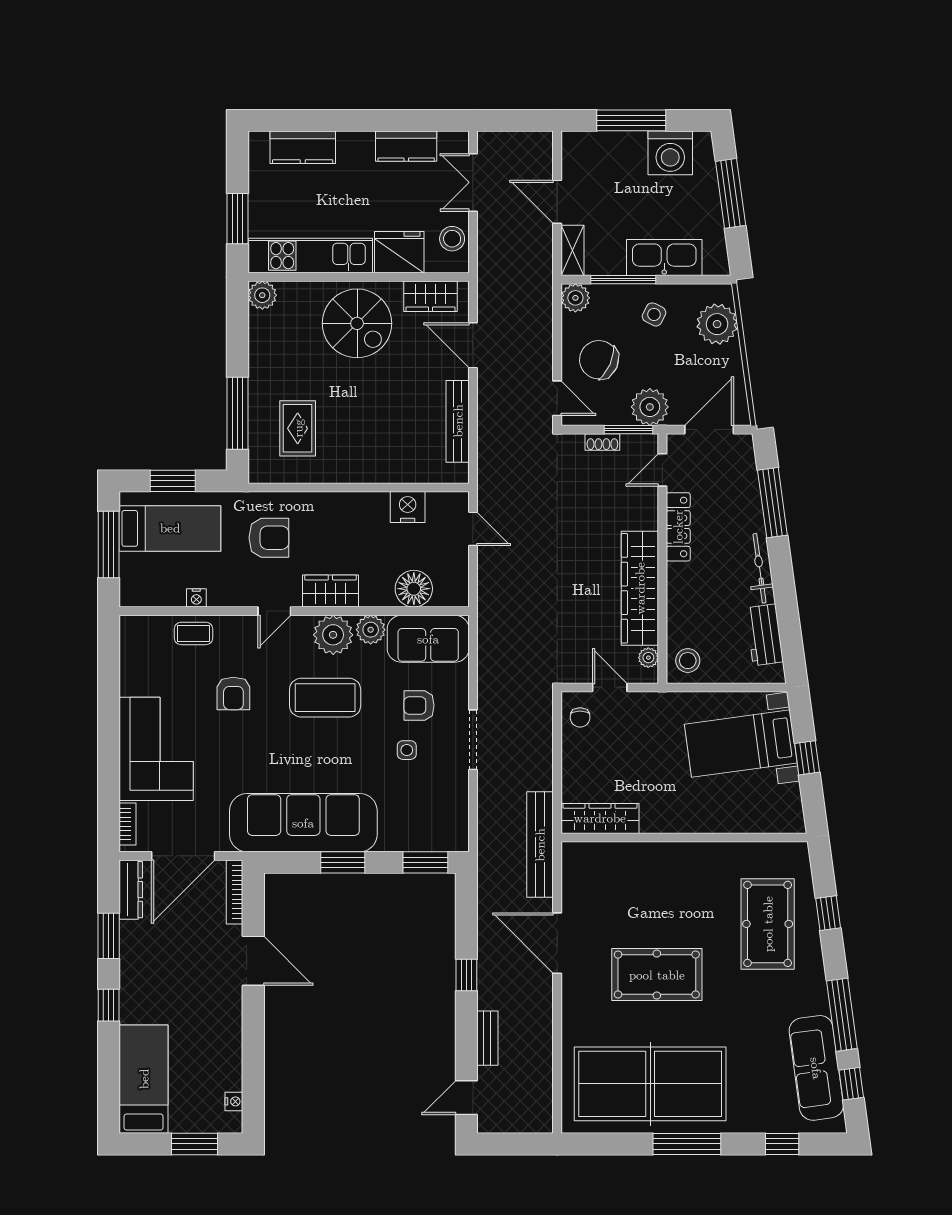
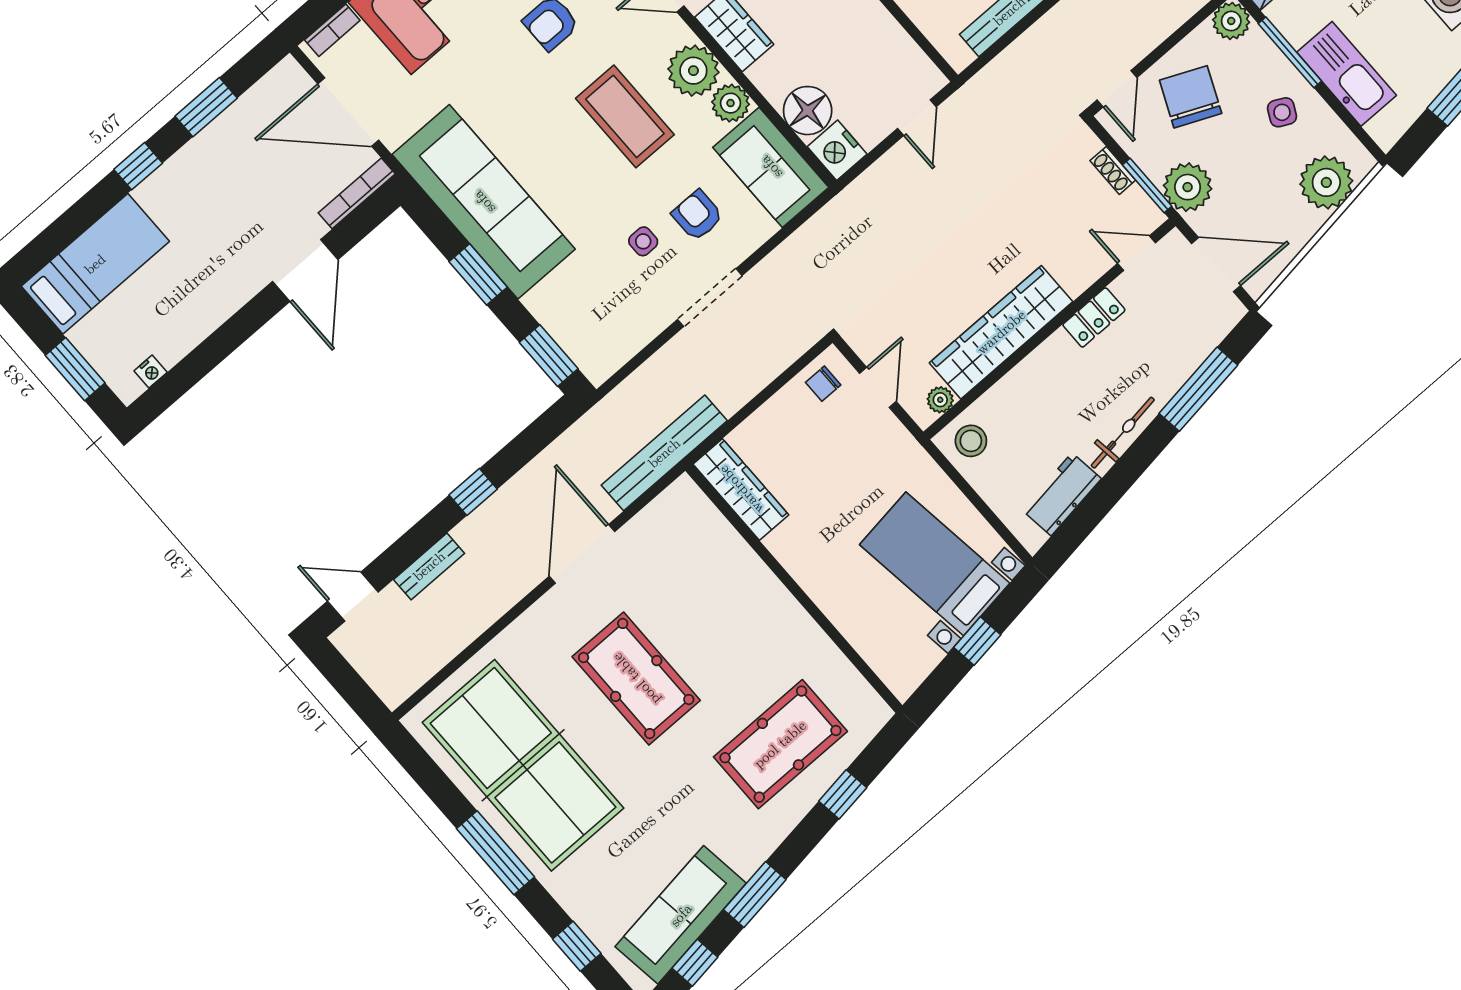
nightstand: (408, 507) -> (837, 150), moved, turned 180
locker: (678, 527) -> (1094, 317), width x0.66
dresser: (131, 890) -> (270, 89), removed
window: (842, 1015) -> (755, 895), width x0.69

